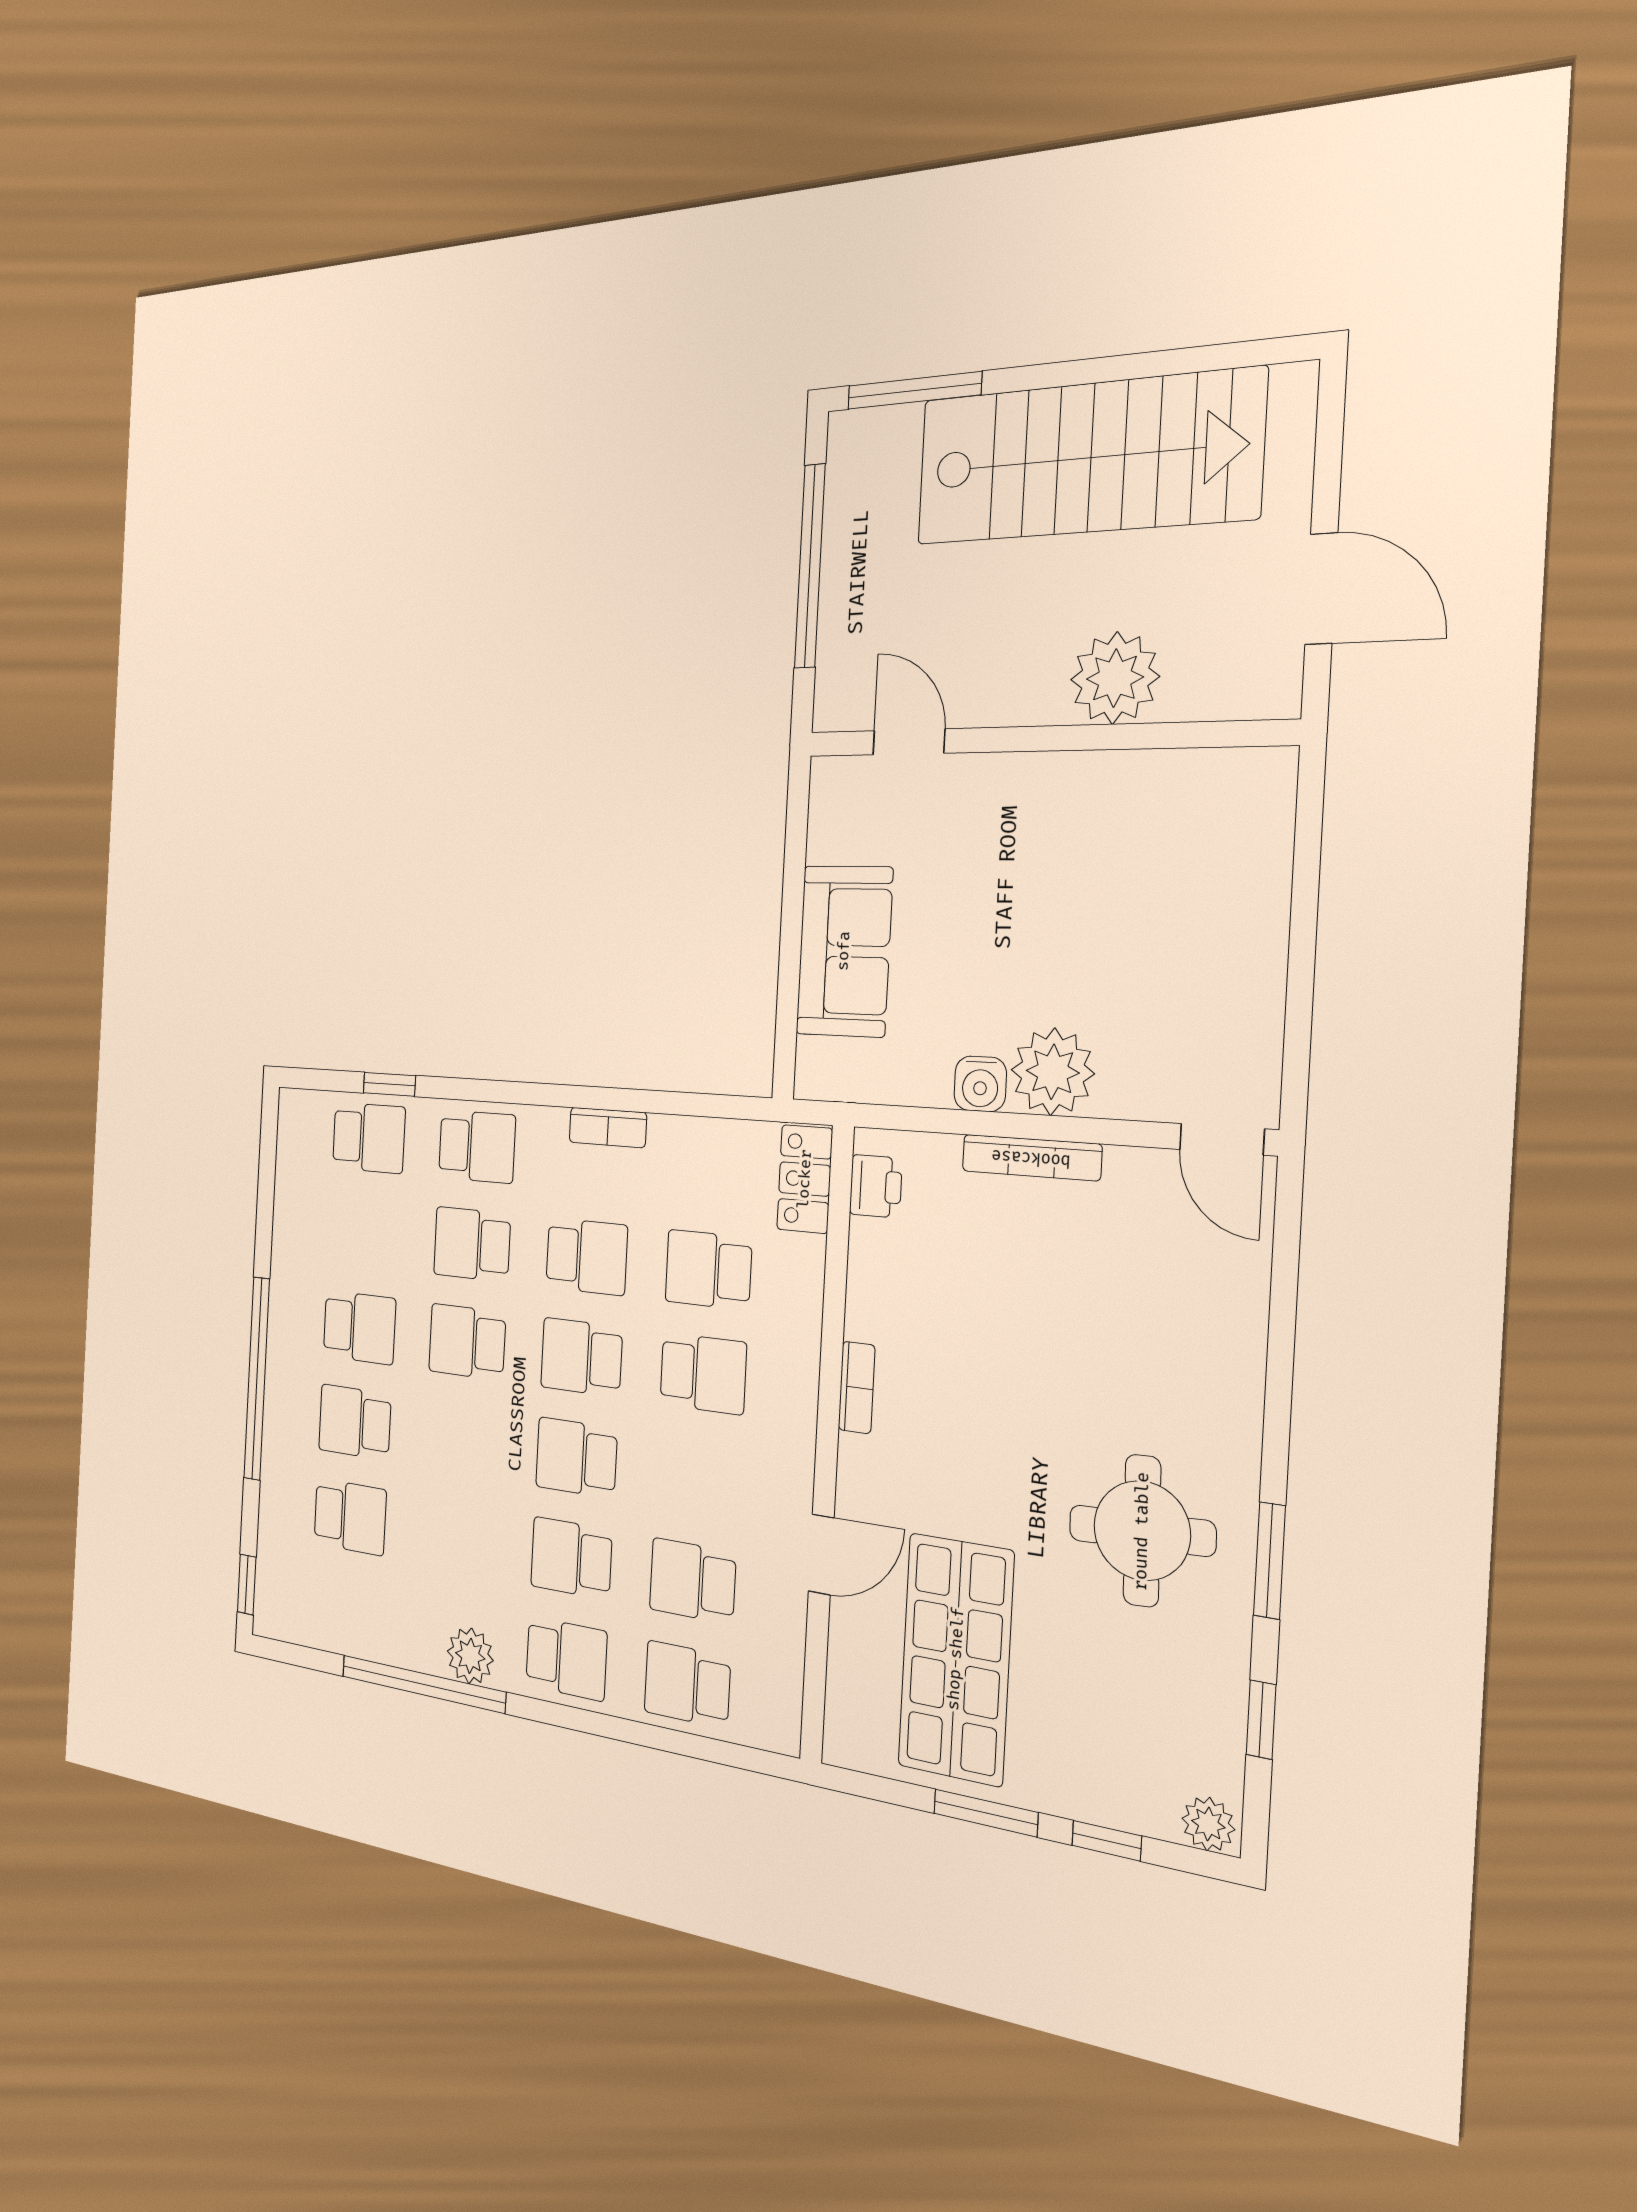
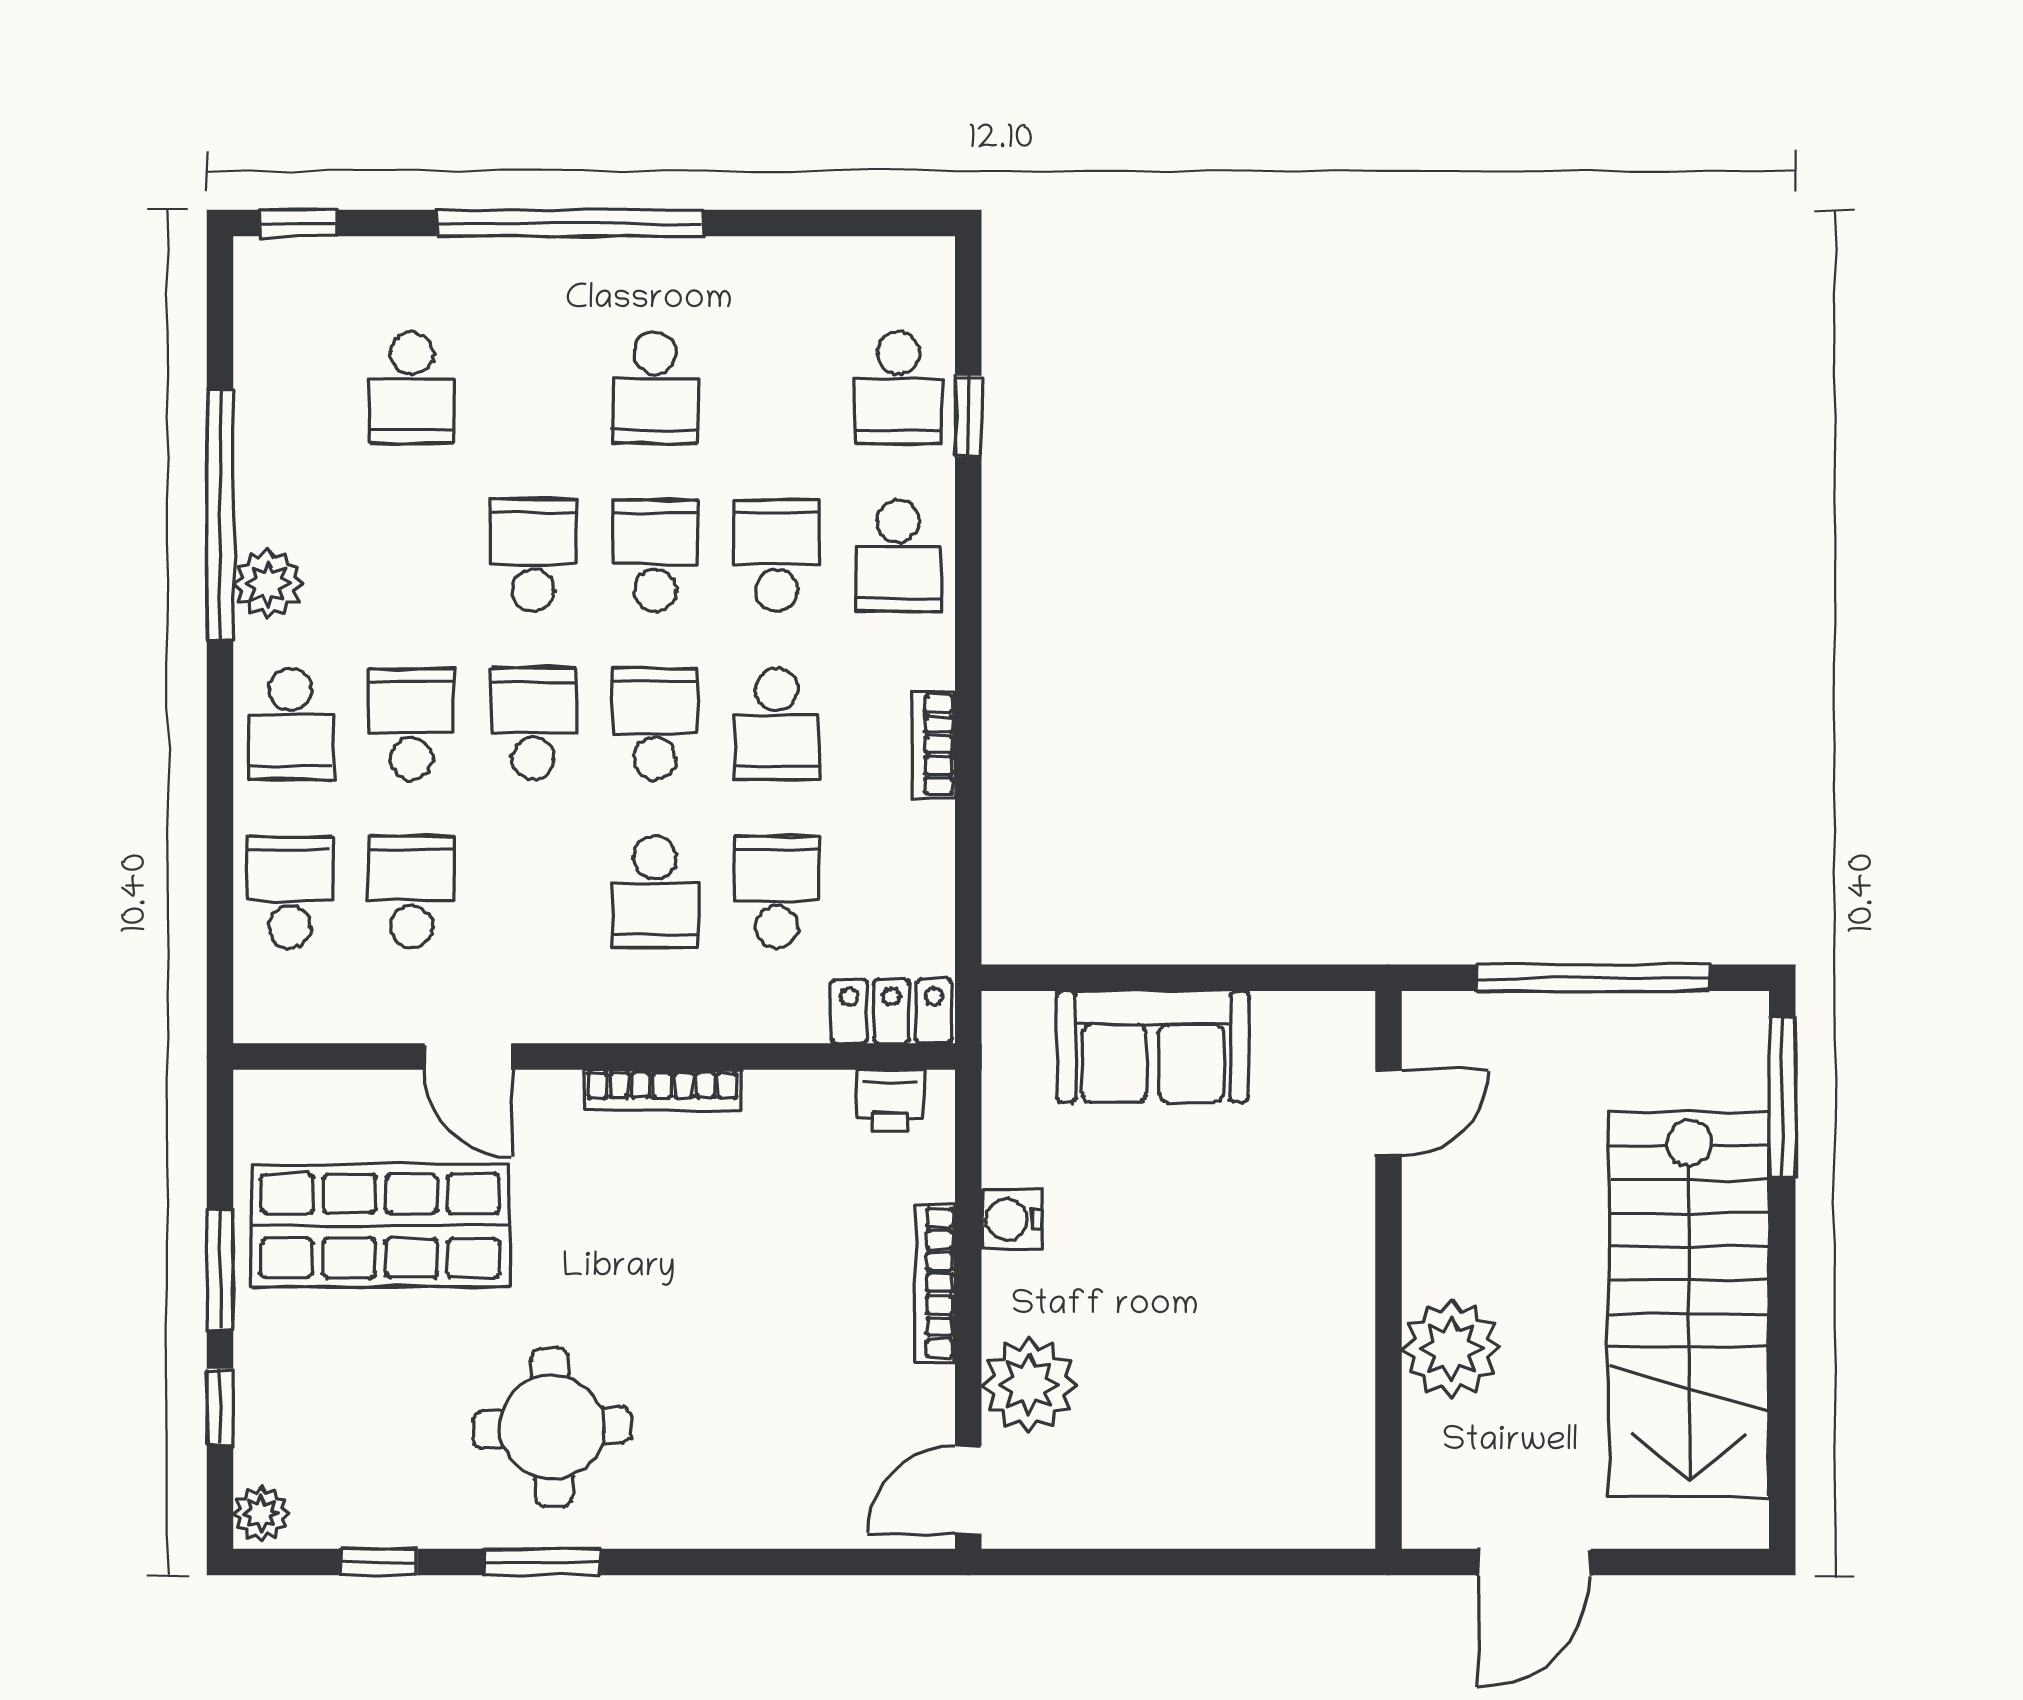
plant: (1053, 1072) -> (1029, 1385), moved
bookcase: (857, 1387) -> (662, 1090), width x1.56
school desk: (355, 1422) -> (533, 556), moved

